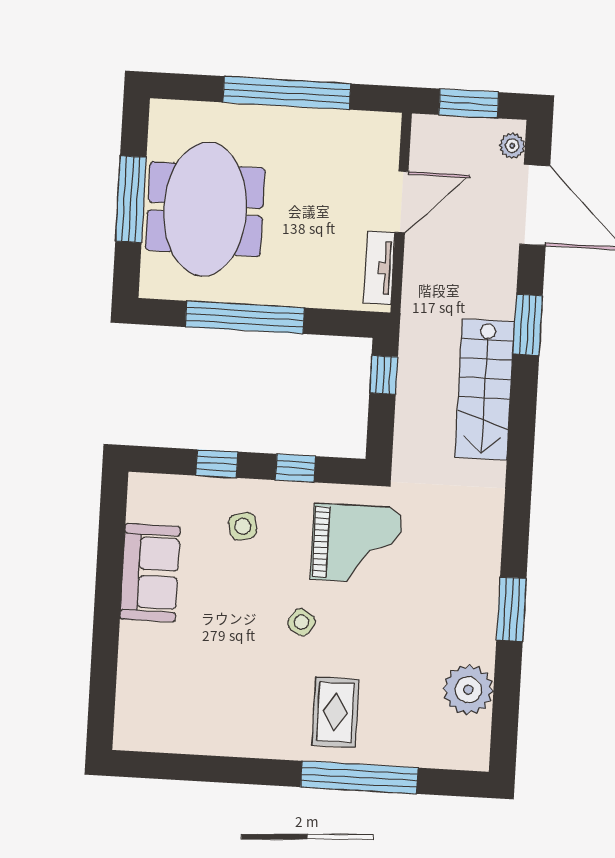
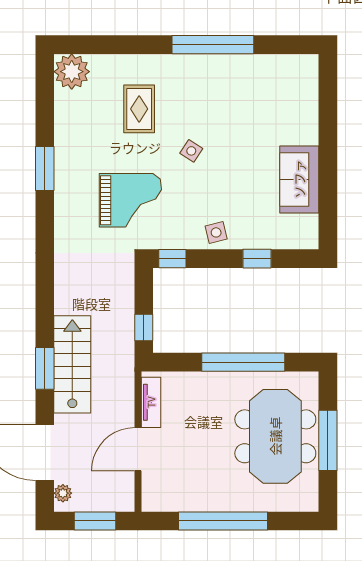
stairs: (485, 389) -> (72, 364), moved
window: (295, 468) -> (172, 259), moved
side table: (243, 526) -> (216, 232), moved
grand piano: (356, 544) -> (130, 200), moved, turned 180
plant: (468, 690) -> (72, 72), moved
rug: (335, 712) -> (139, 109), moved
window: (359, 777) -> (213, 45), moved

